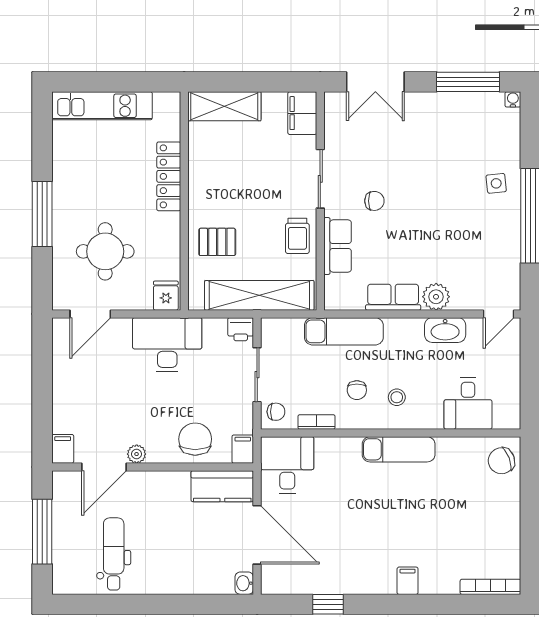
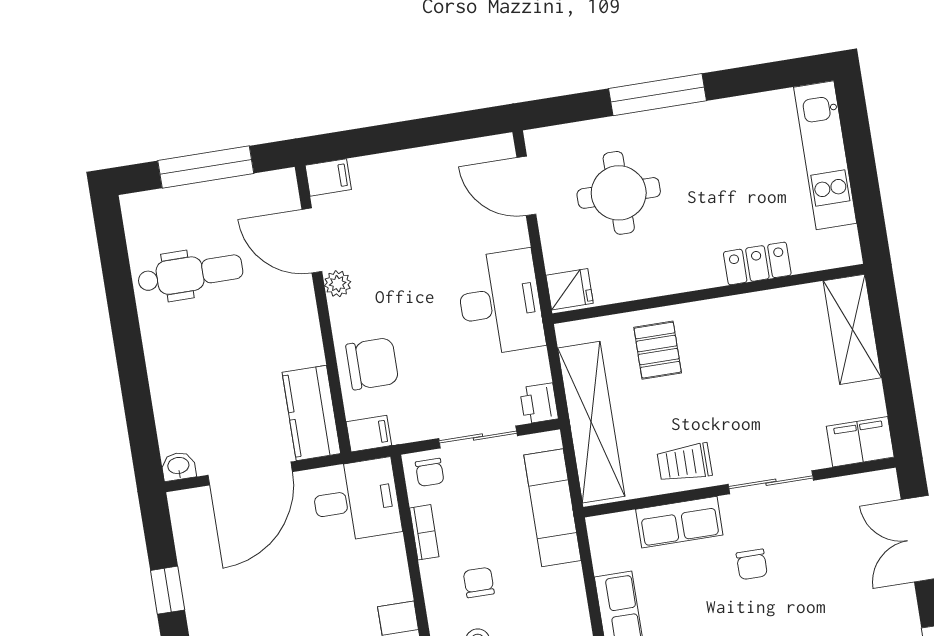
locker: (169, 176) -> (757, 263), width x0.66
exam couch: (344, 331) -> (552, 508), moved
chair: (357, 390) -> (479, 582), turned 90

